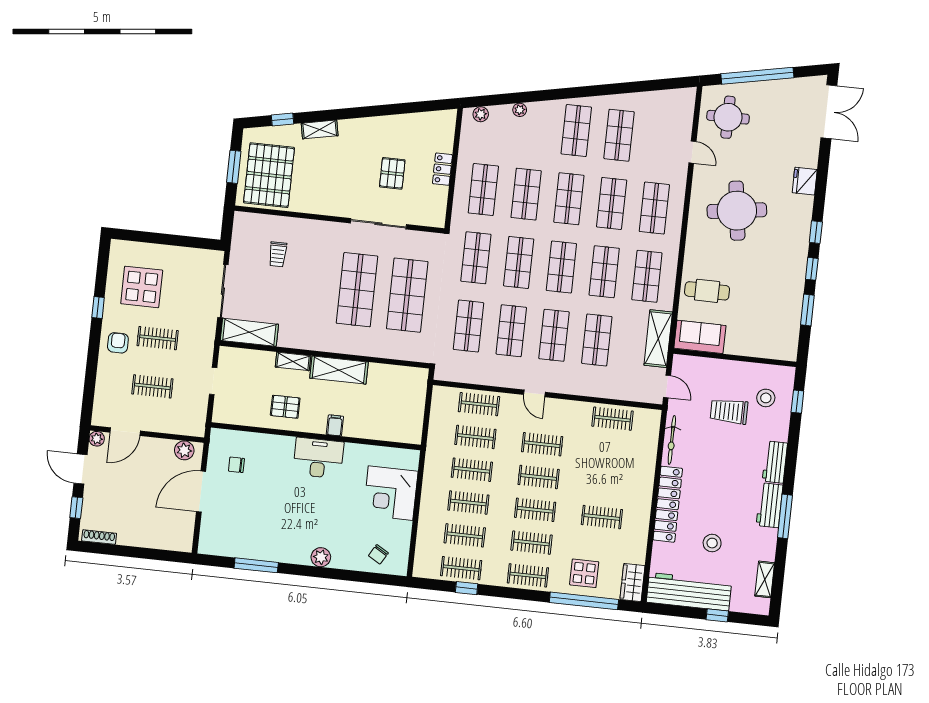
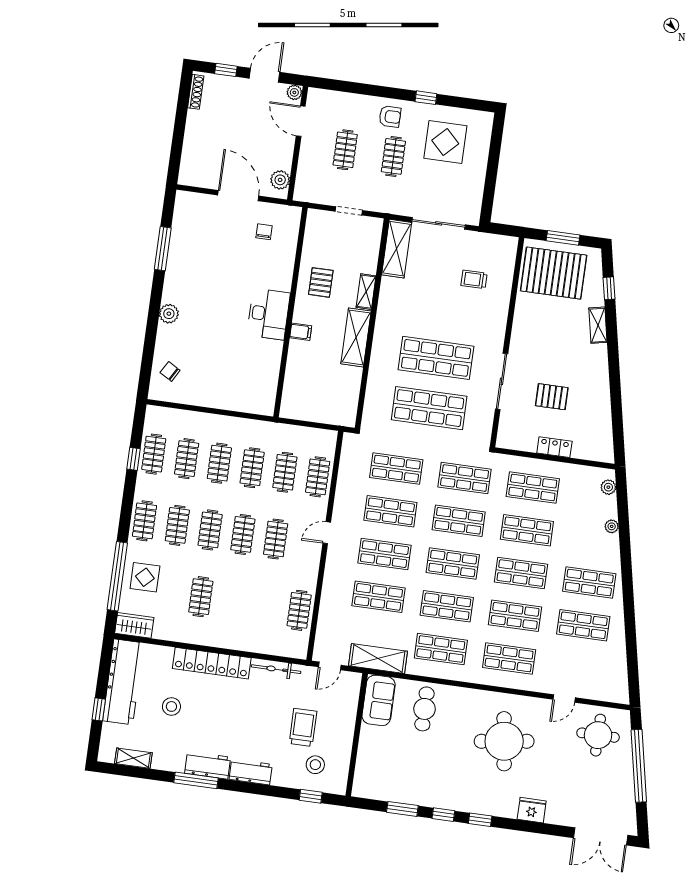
corner desk: (391, 493) -> (231, 385), removed

